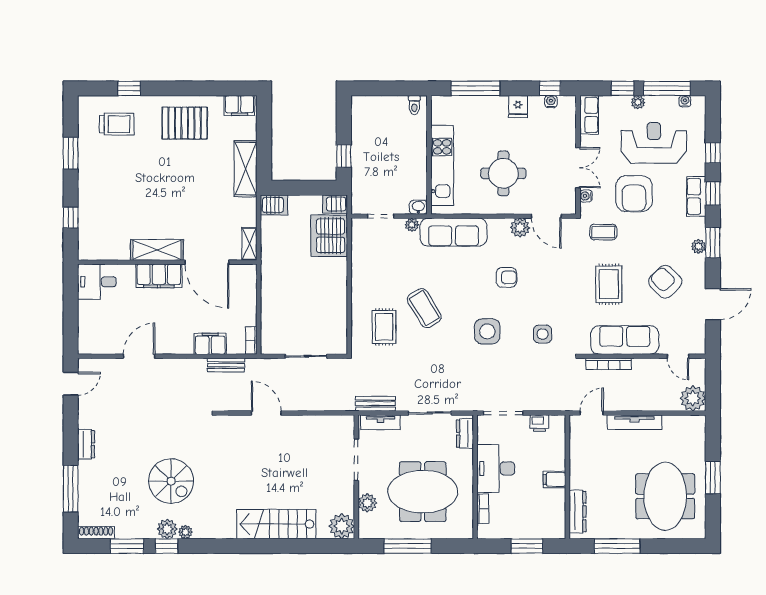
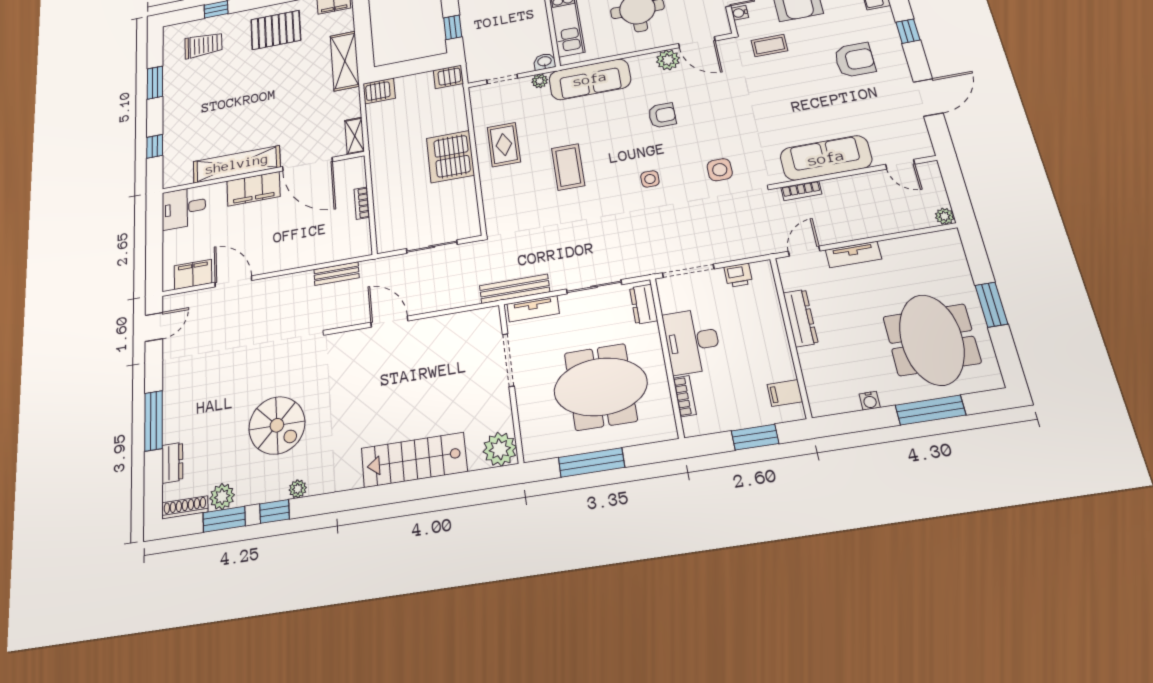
server rack: (329, 236) -> (450, 157), moved
window: (713, 243) -> (908, 31), width x0.67
plant: (698, 246) -> (891, 38), removed
shelving: (157, 250) -> (237, 164), width x1.47
armchair: (665, 282) -> (855, 60), moved, turned 135
rug: (609, 284) -> (790, 100), removed
coffee table: (424, 308) -> (568, 167), turned 31
rug: (384, 327) -> (504, 145), moved
side table: (487, 331) -> (650, 179), width x0.54, depth x0.54
bookcase: (251, 341) -> (362, 203), moved
filing cabinet: (210, 344) -> (193, 274), moved
door: (139, 356) -> (233, 281), hinge flipped
bookcase: (609, 364) -> (801, 191), width x0.64
plant: (693, 398) -> (945, 216), width x0.53, depth x0.53
bench: (375, 404) -> (515, 289), width x1.36
tv unit: (634, 422) -> (853, 254), width x0.71
dresser: (86, 444) -> (172, 463), moved
filing cabinet: (554, 479) -> (785, 393), moved
window: (71, 489) -> (154, 421), moved
plant: (367, 503) -> (530, 413), removed
dresser: (578, 512) -> (800, 318), moved
plant: (167, 529) -> (222, 497), moved
water cooler: (612, 533) -> (870, 401), added
window: (617, 546) -> (930, 410), moved

